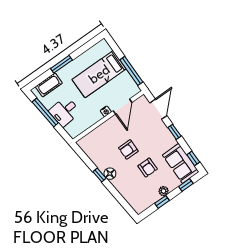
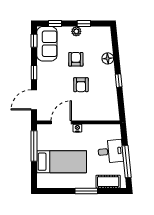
armchair: (128, 149) -> (81, 85), turned 90
floor lamp: (110, 174) -> (108, 58), moved

